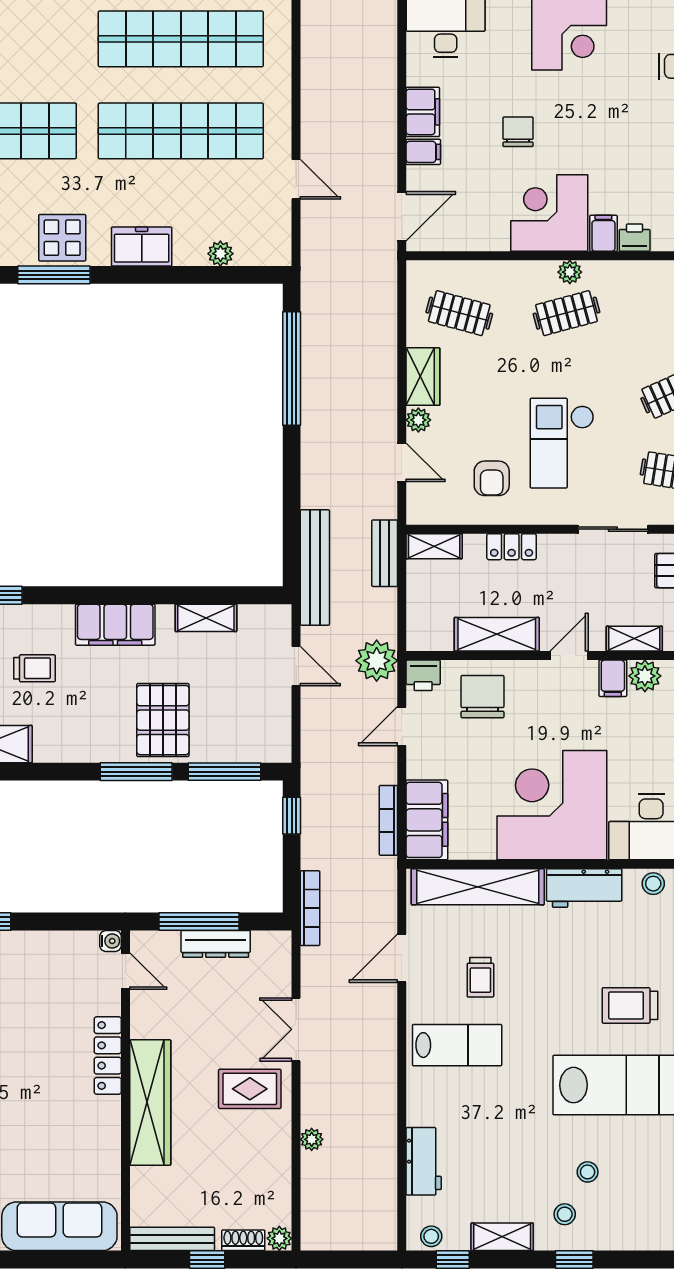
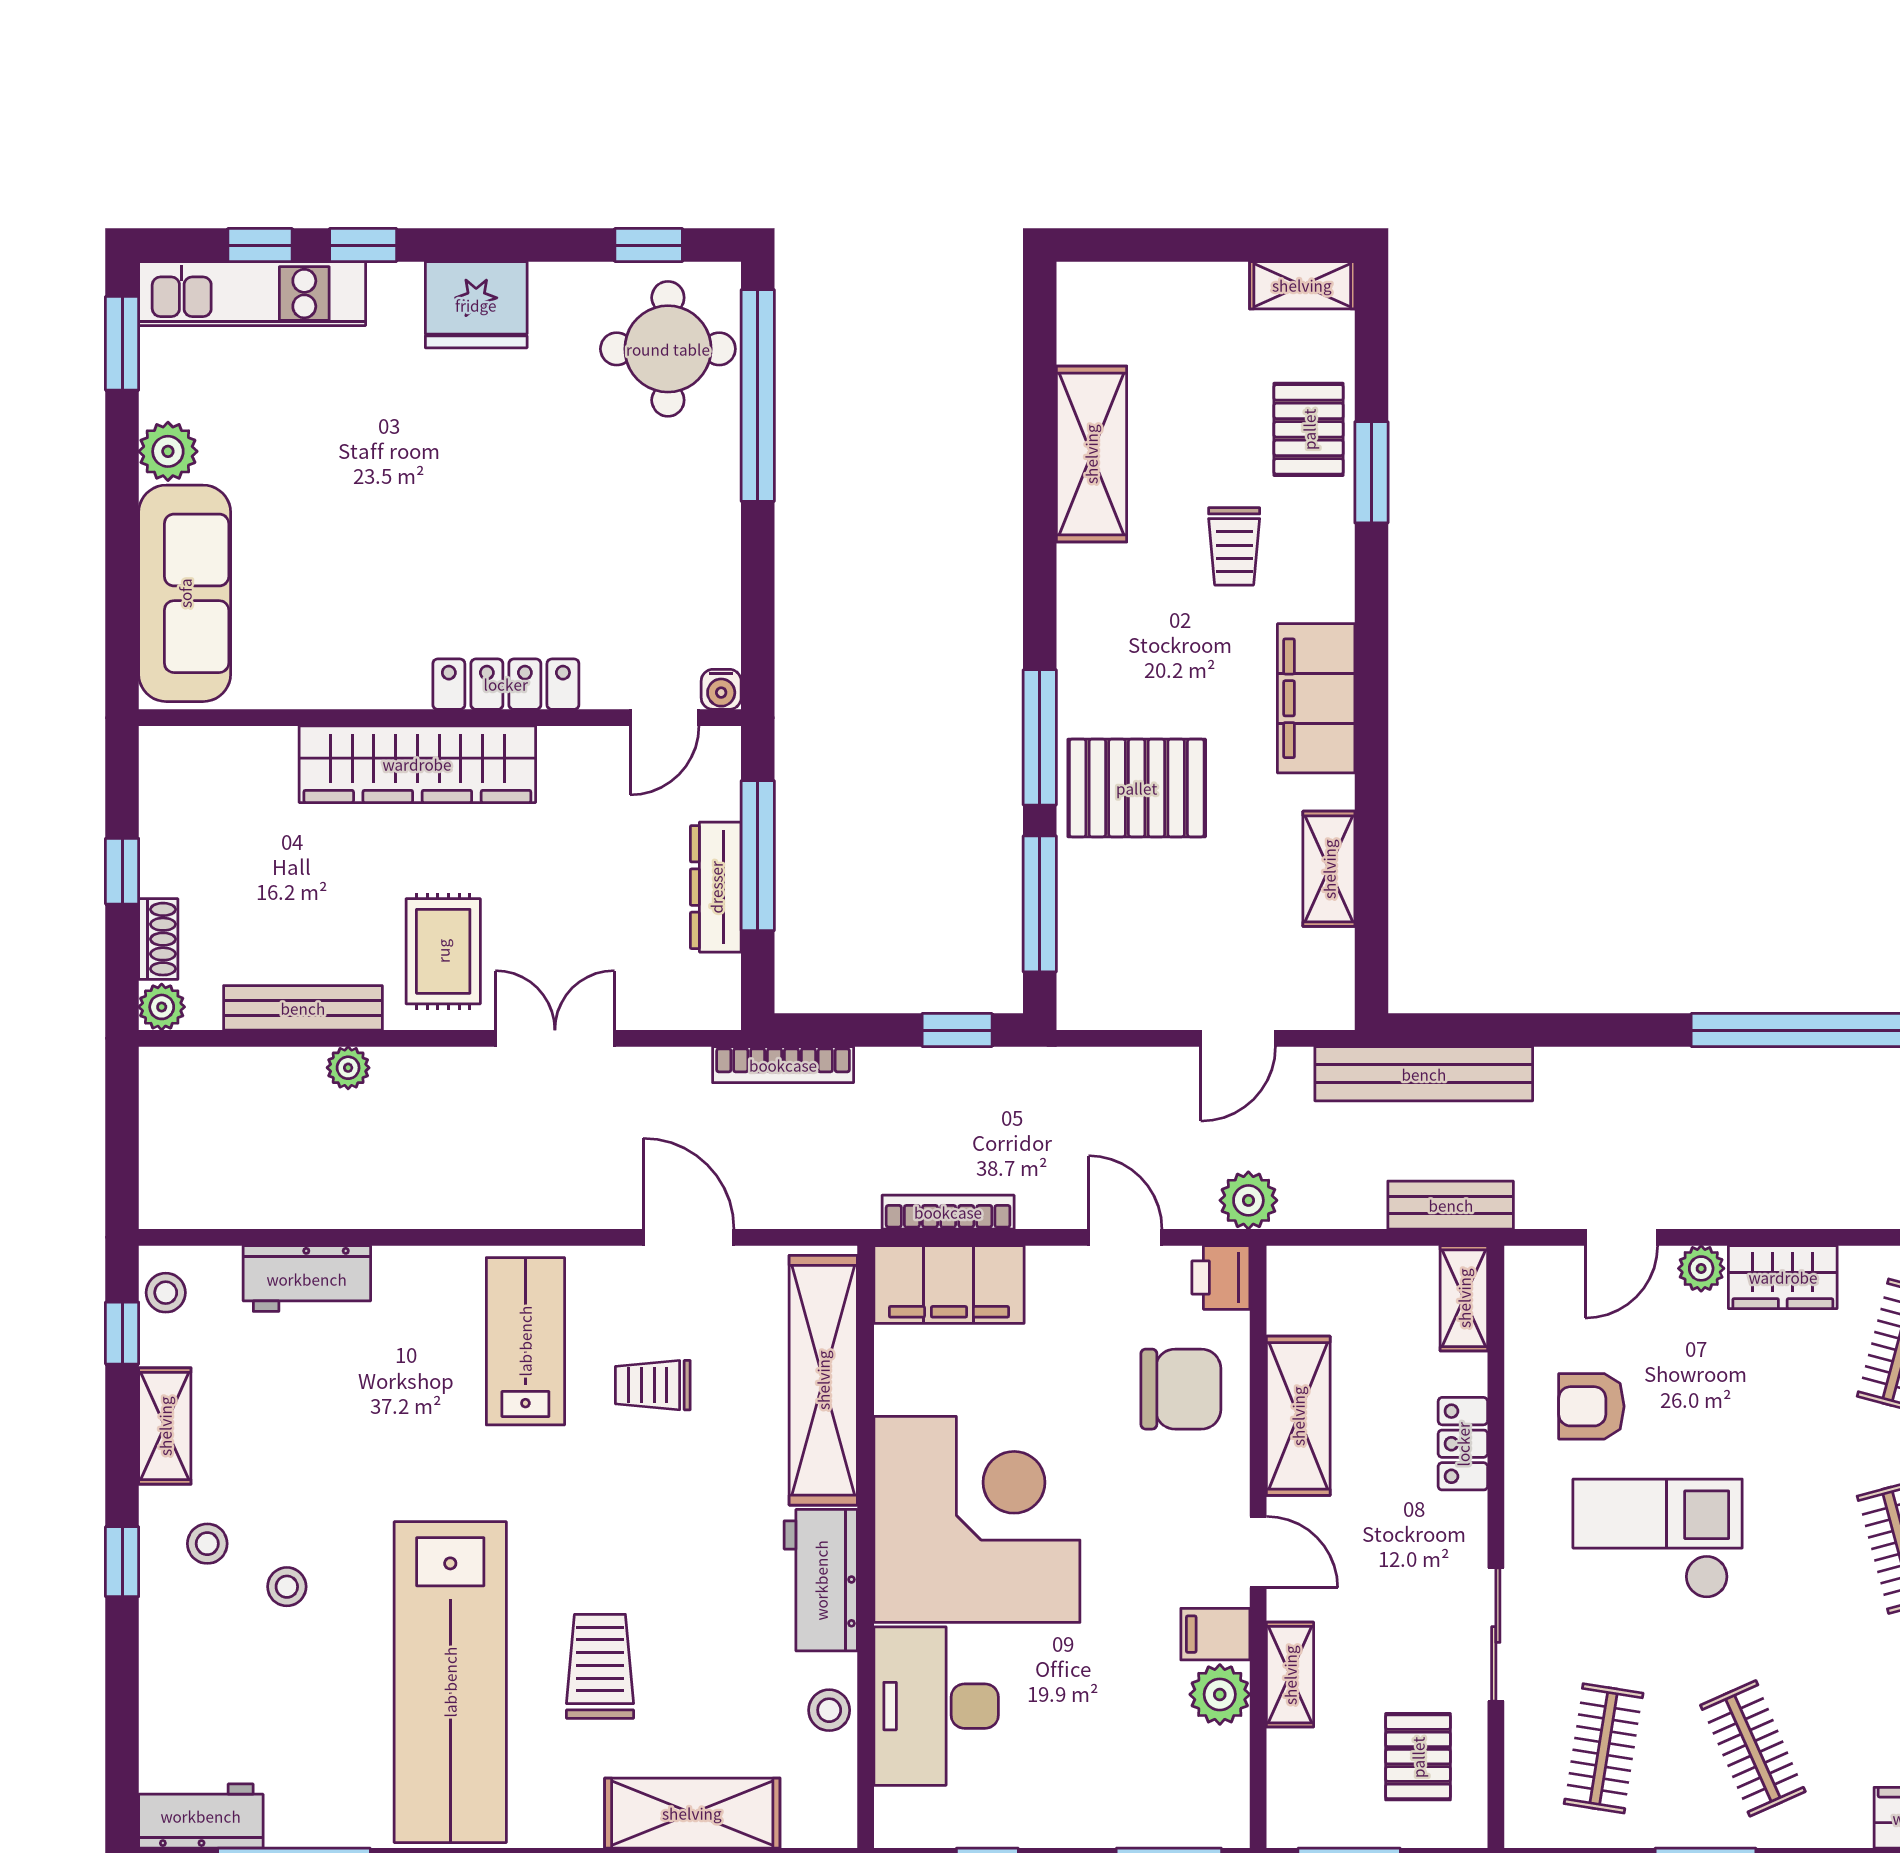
plant: (377, 661) -> (1248, 1200), width x0.73, depth x0.73
lab bench: (457, 1045) -> (525, 1341), turned 180
bench: (172, 1239) -> (303, 1008), moved, turned 90

